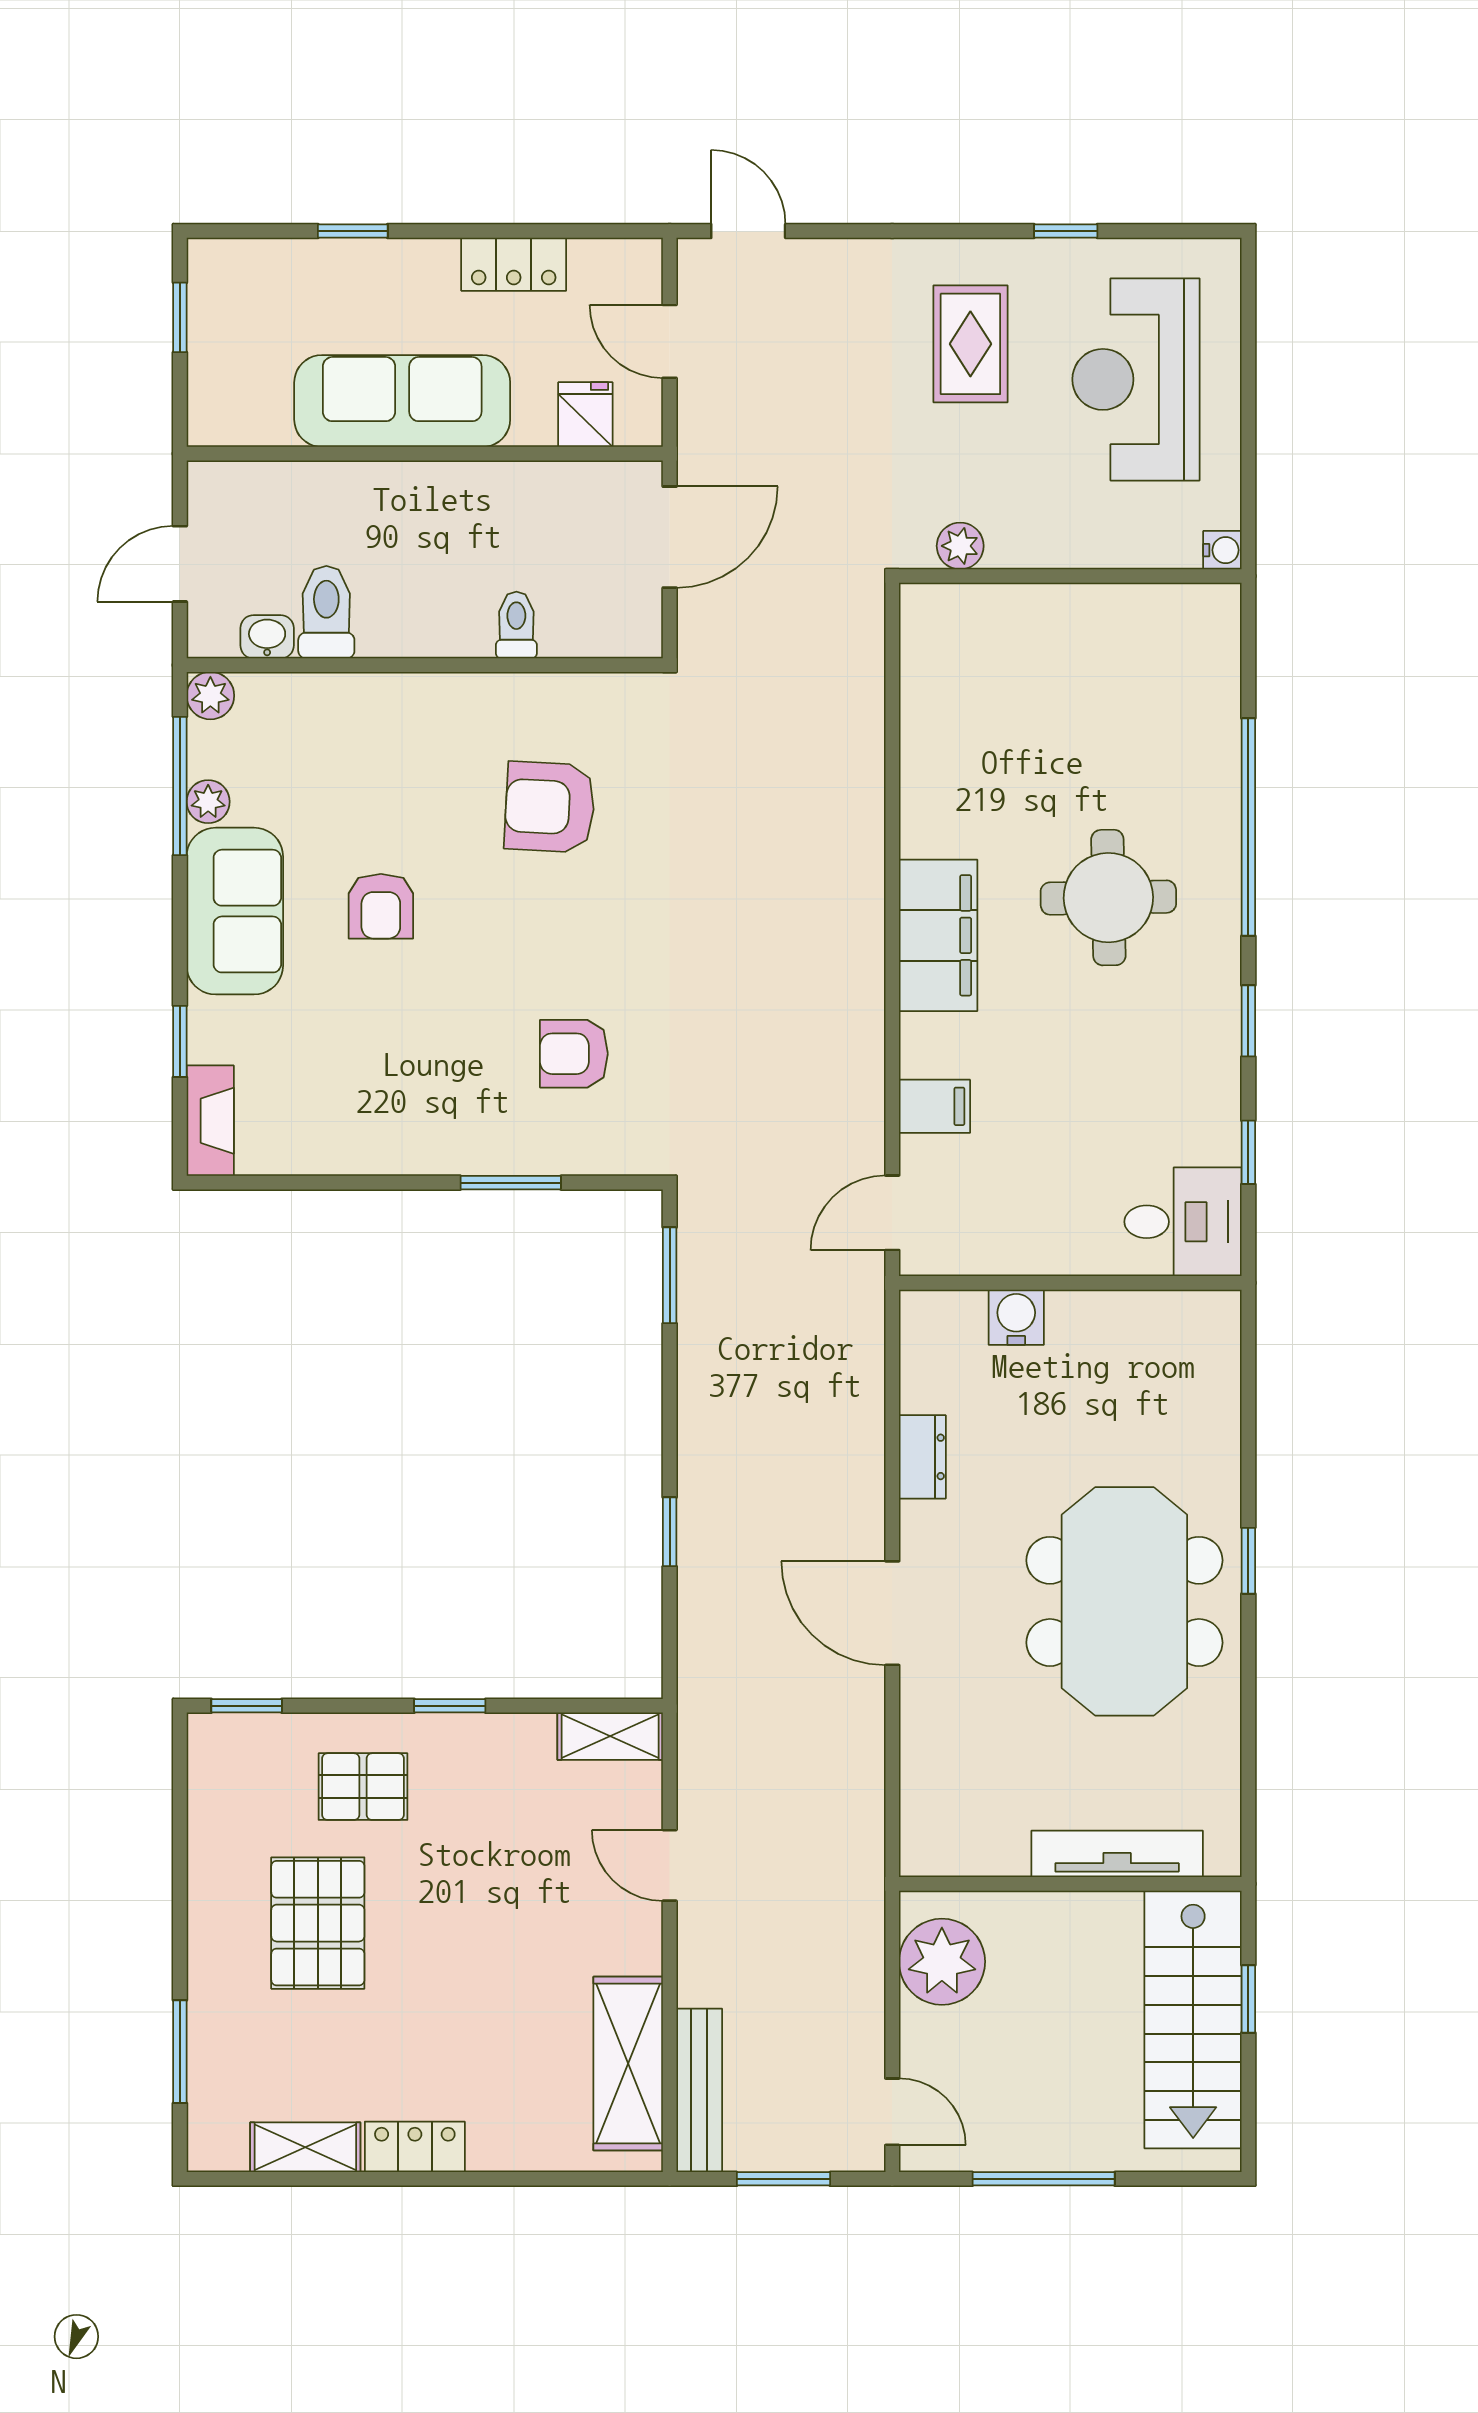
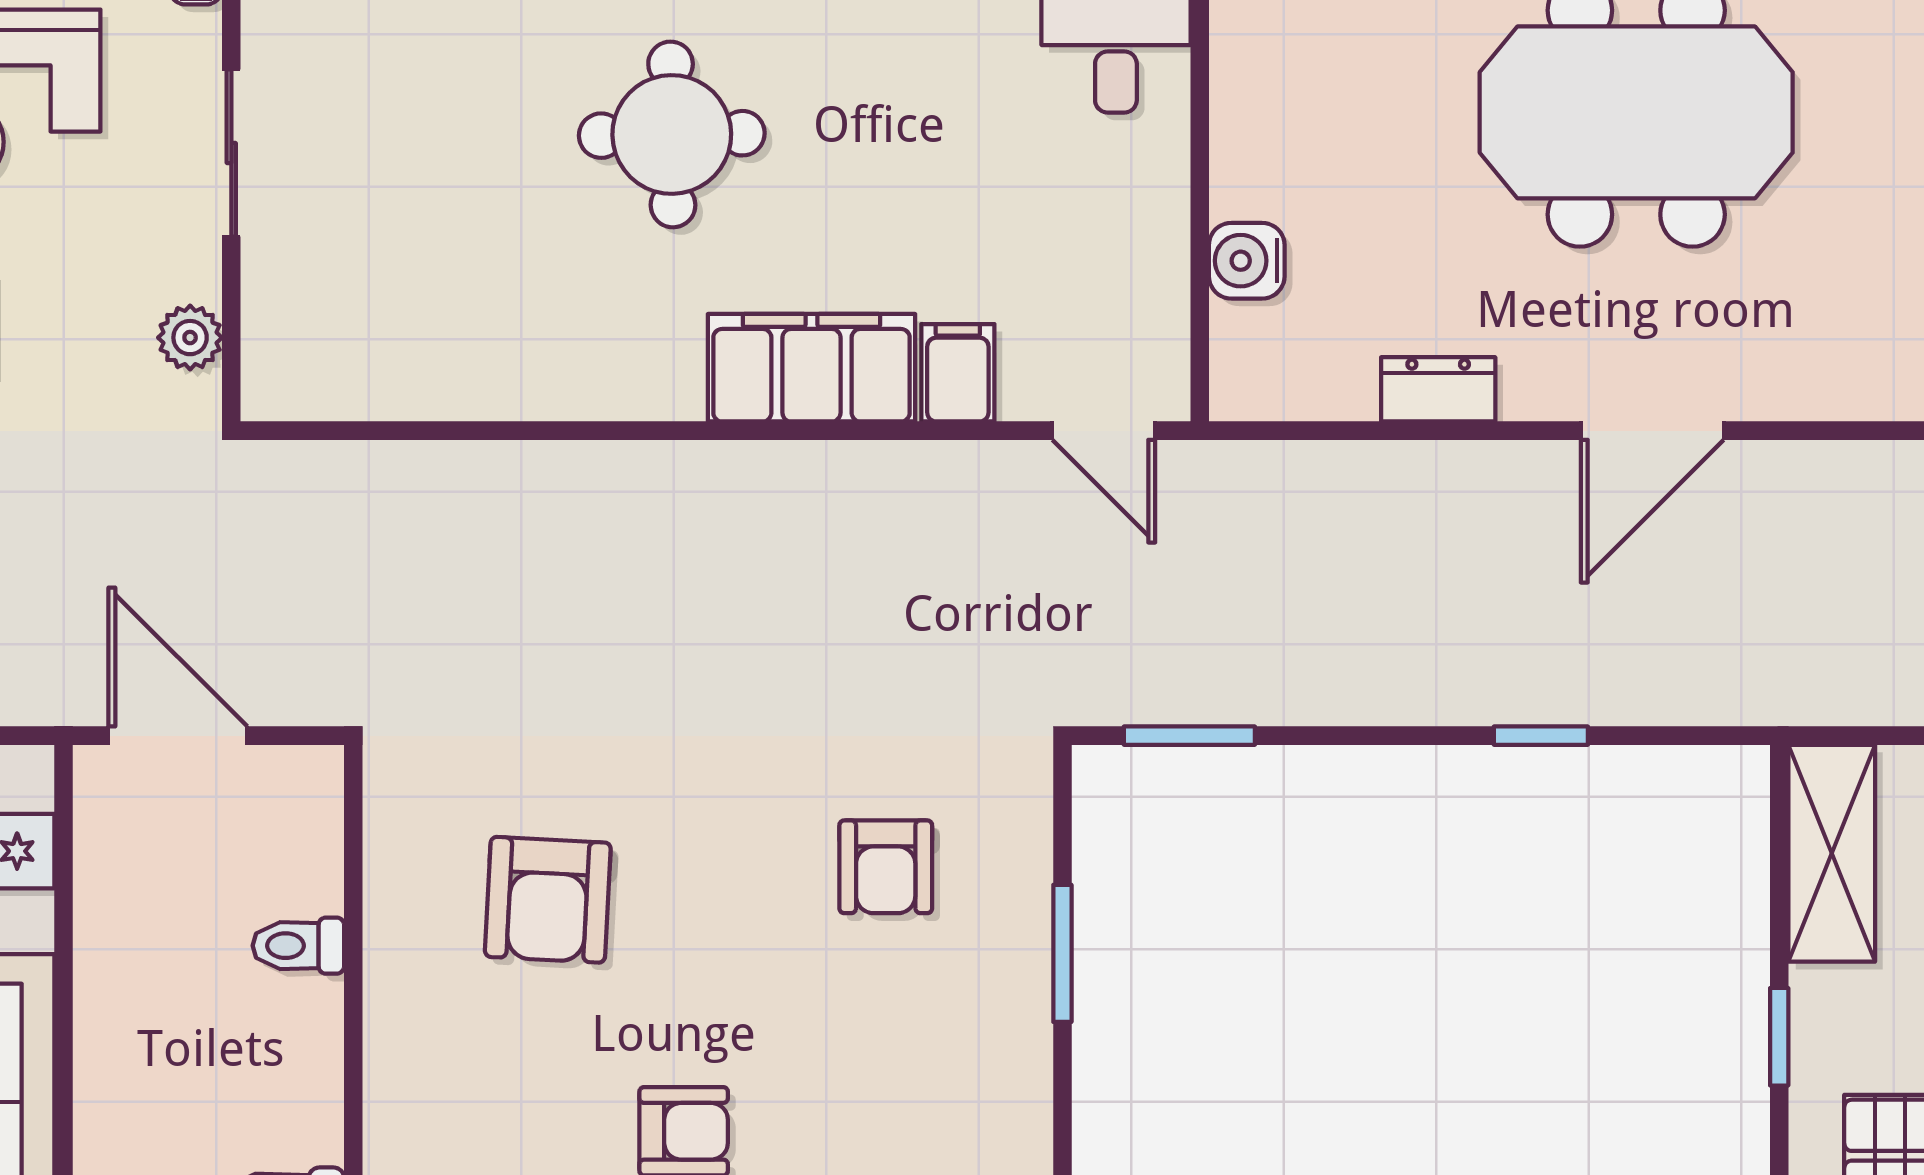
sliding door: (1095, 576) -> (231, 153), added
filing cabinet: (938, 935) -> (811, 368), moved
shelving: (610, 1736) -> (1832, 853), width x1.50, depth x1.33

